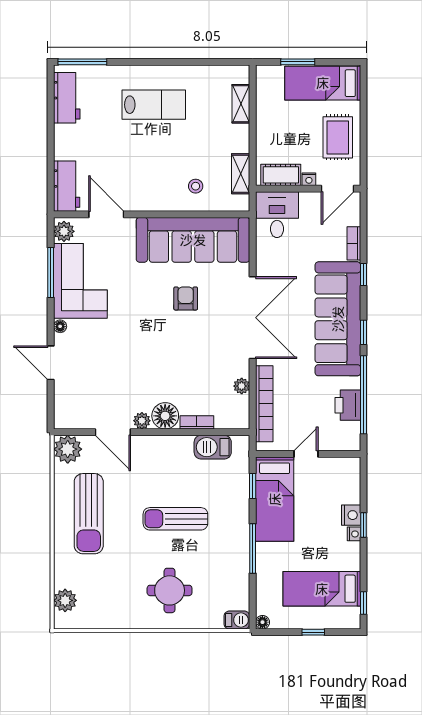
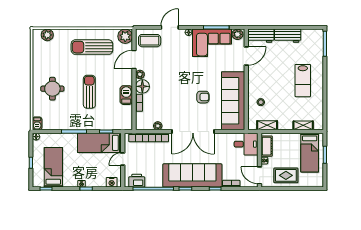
bed: (323, 83) -> (310, 153), moved, turned 180
workbench: (67, 98) -> (288, 36), moved
coffee table: (76, 402) -> (150, 41), added
printer: (348, 405) -> (137, 181), moved
barbecue: (213, 447) -> (126, 95), moved
door: (306, 454) -> (123, 159), swing flipped
nightstand: (351, 515) -> (112, 182), moved

